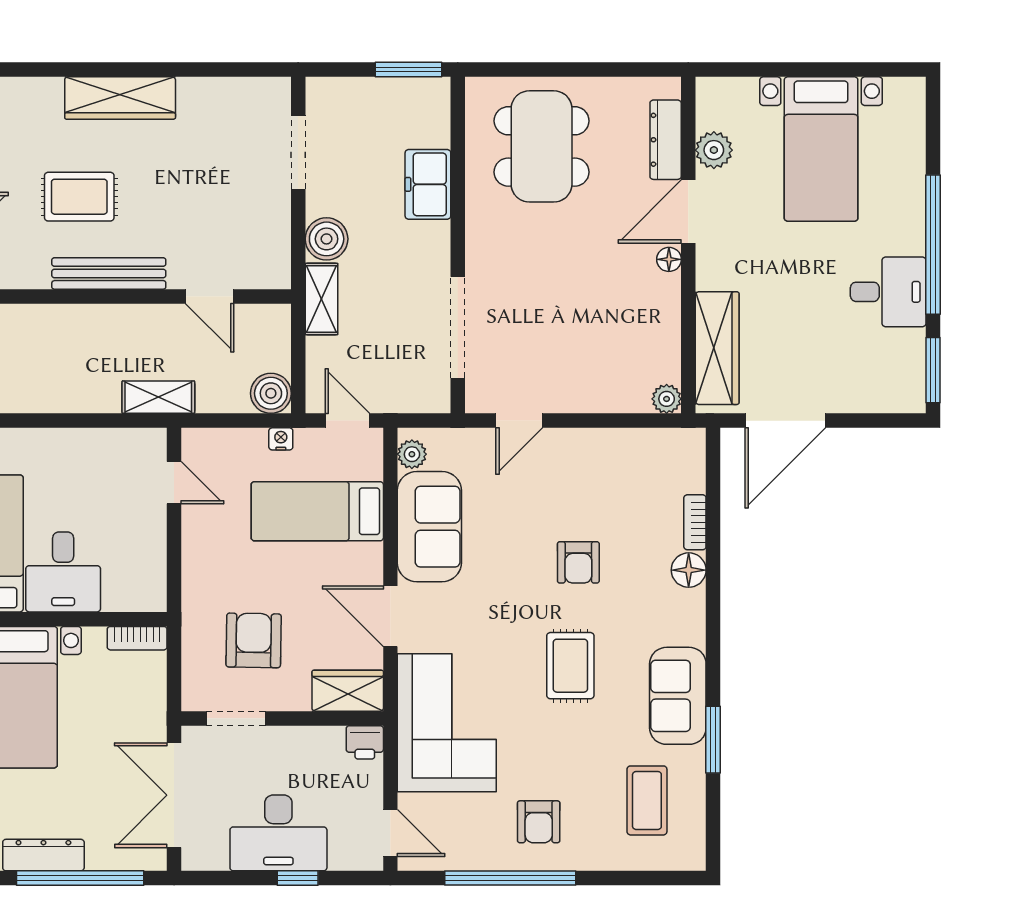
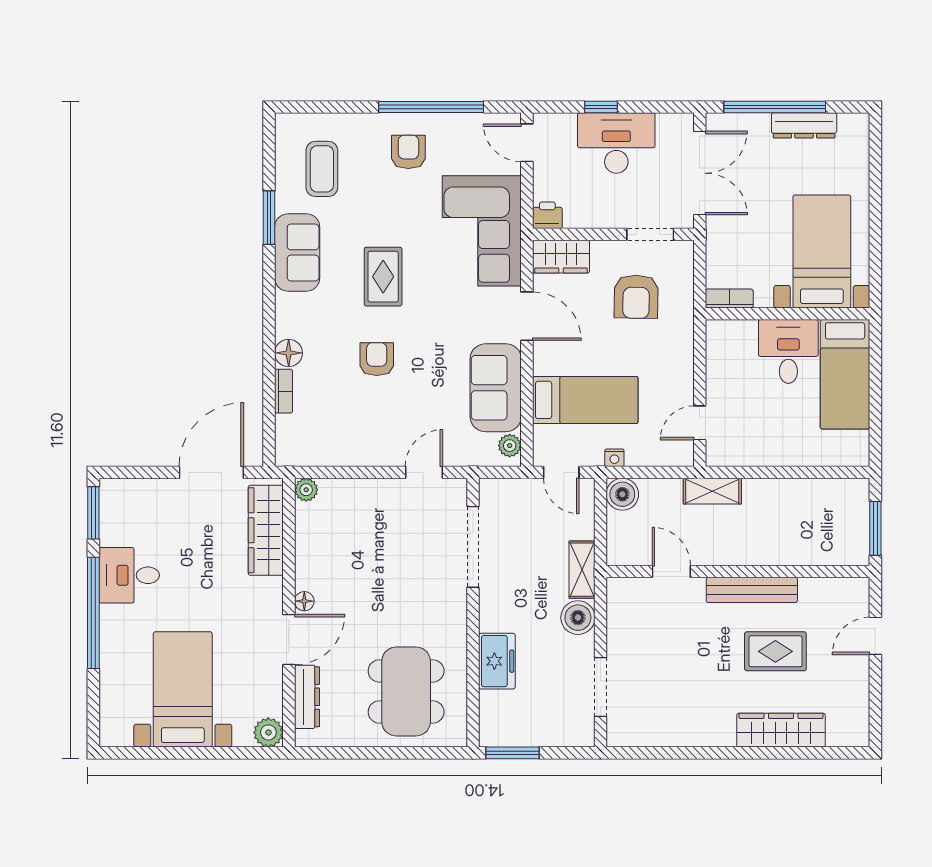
wardrobe: (120, 98) -> (781, 730), moved
plant: (714, 150) -> (268, 732), moved
door: (174, 483) -> (700, 423), hinge flipped

